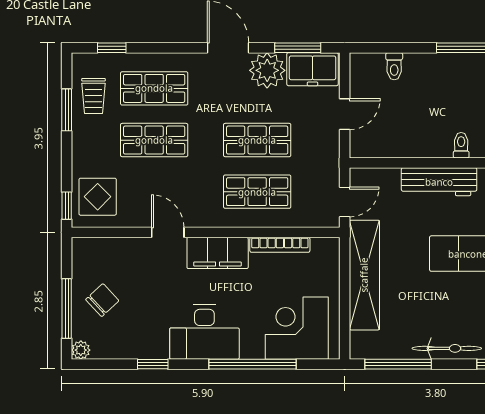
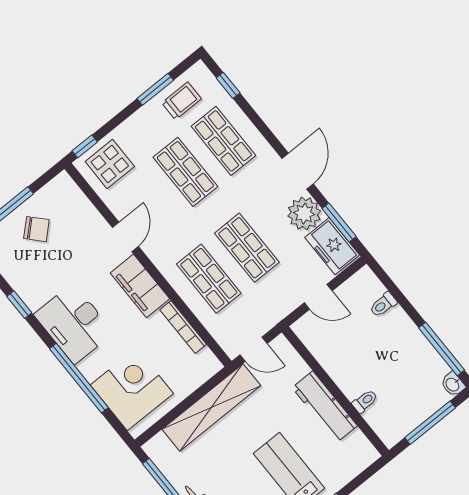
trolley: (94, 96) -> (182, 101), turned 180

